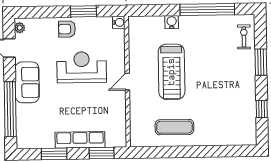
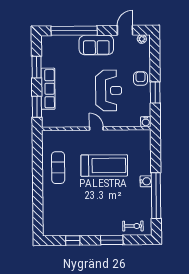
water cooler: (172, 22) -> (146, 181), moved
treadmill: (172, 72) -> (104, 165), turned 180

